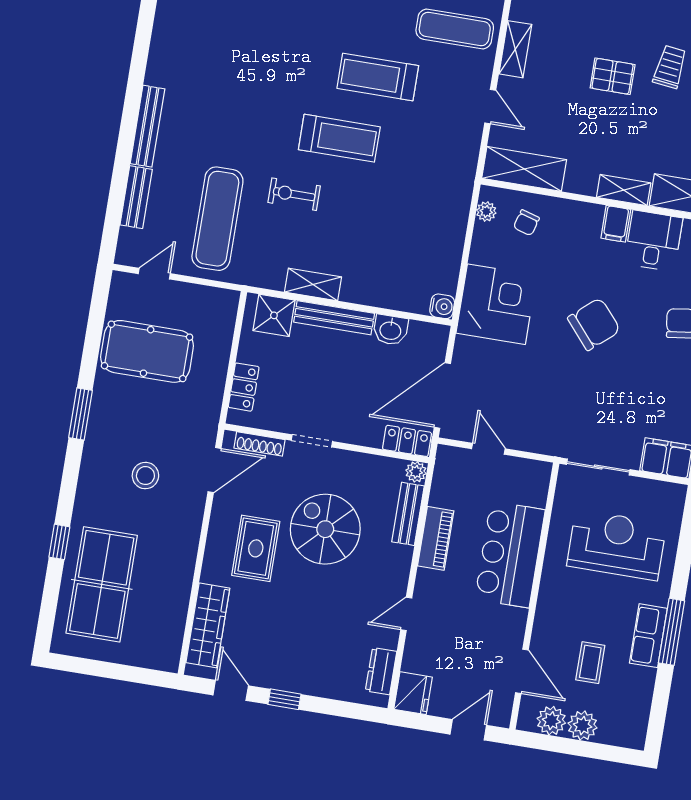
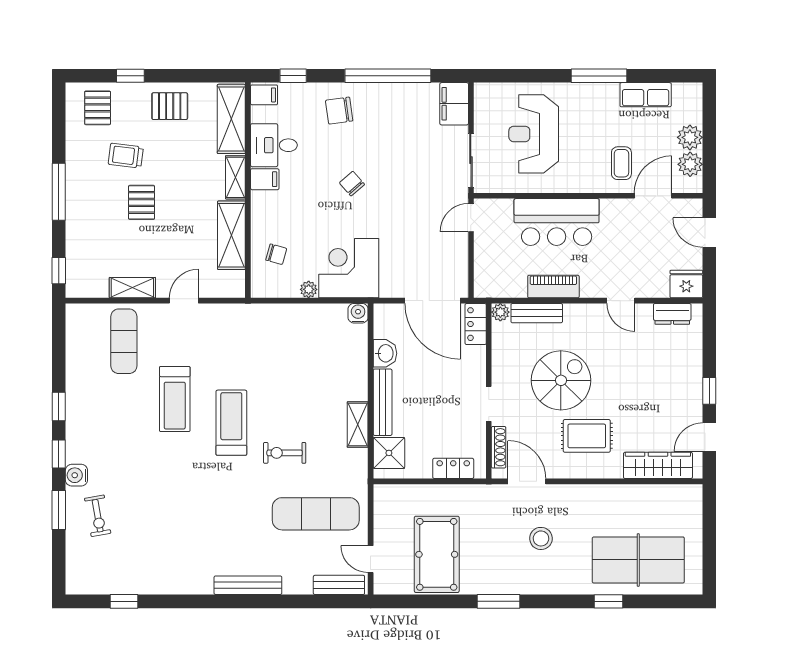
shelving: (524, 169) -> (231, 235), moved
exercise bike: (294, 194) -> (285, 453), turned 90
bench: (136, 197) -> (339, 585), moved
plant: (486, 211) -> (309, 289), moved
chair: (594, 324) -> (352, 184), width x0.54, depth x0.54
door: (488, 449) -> (471, 218), moved
spiral stairs: (325, 529) -> (561, 380), turned 180
row of seats: (648, 636) -> (646, 95), moved
coffee table: (590, 663) -> (621, 163), moved, turned 90

